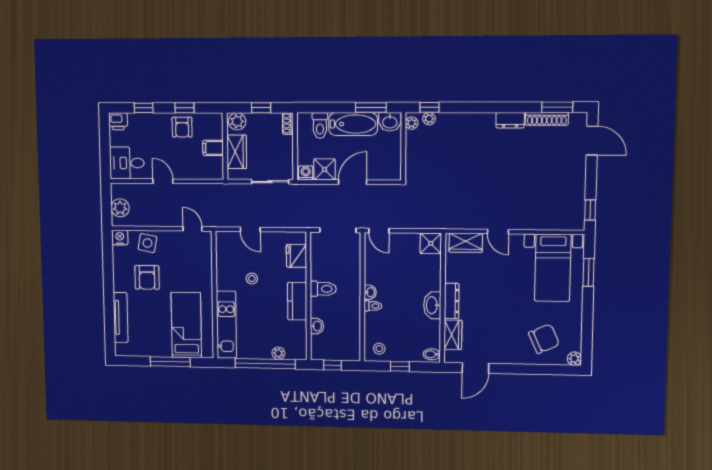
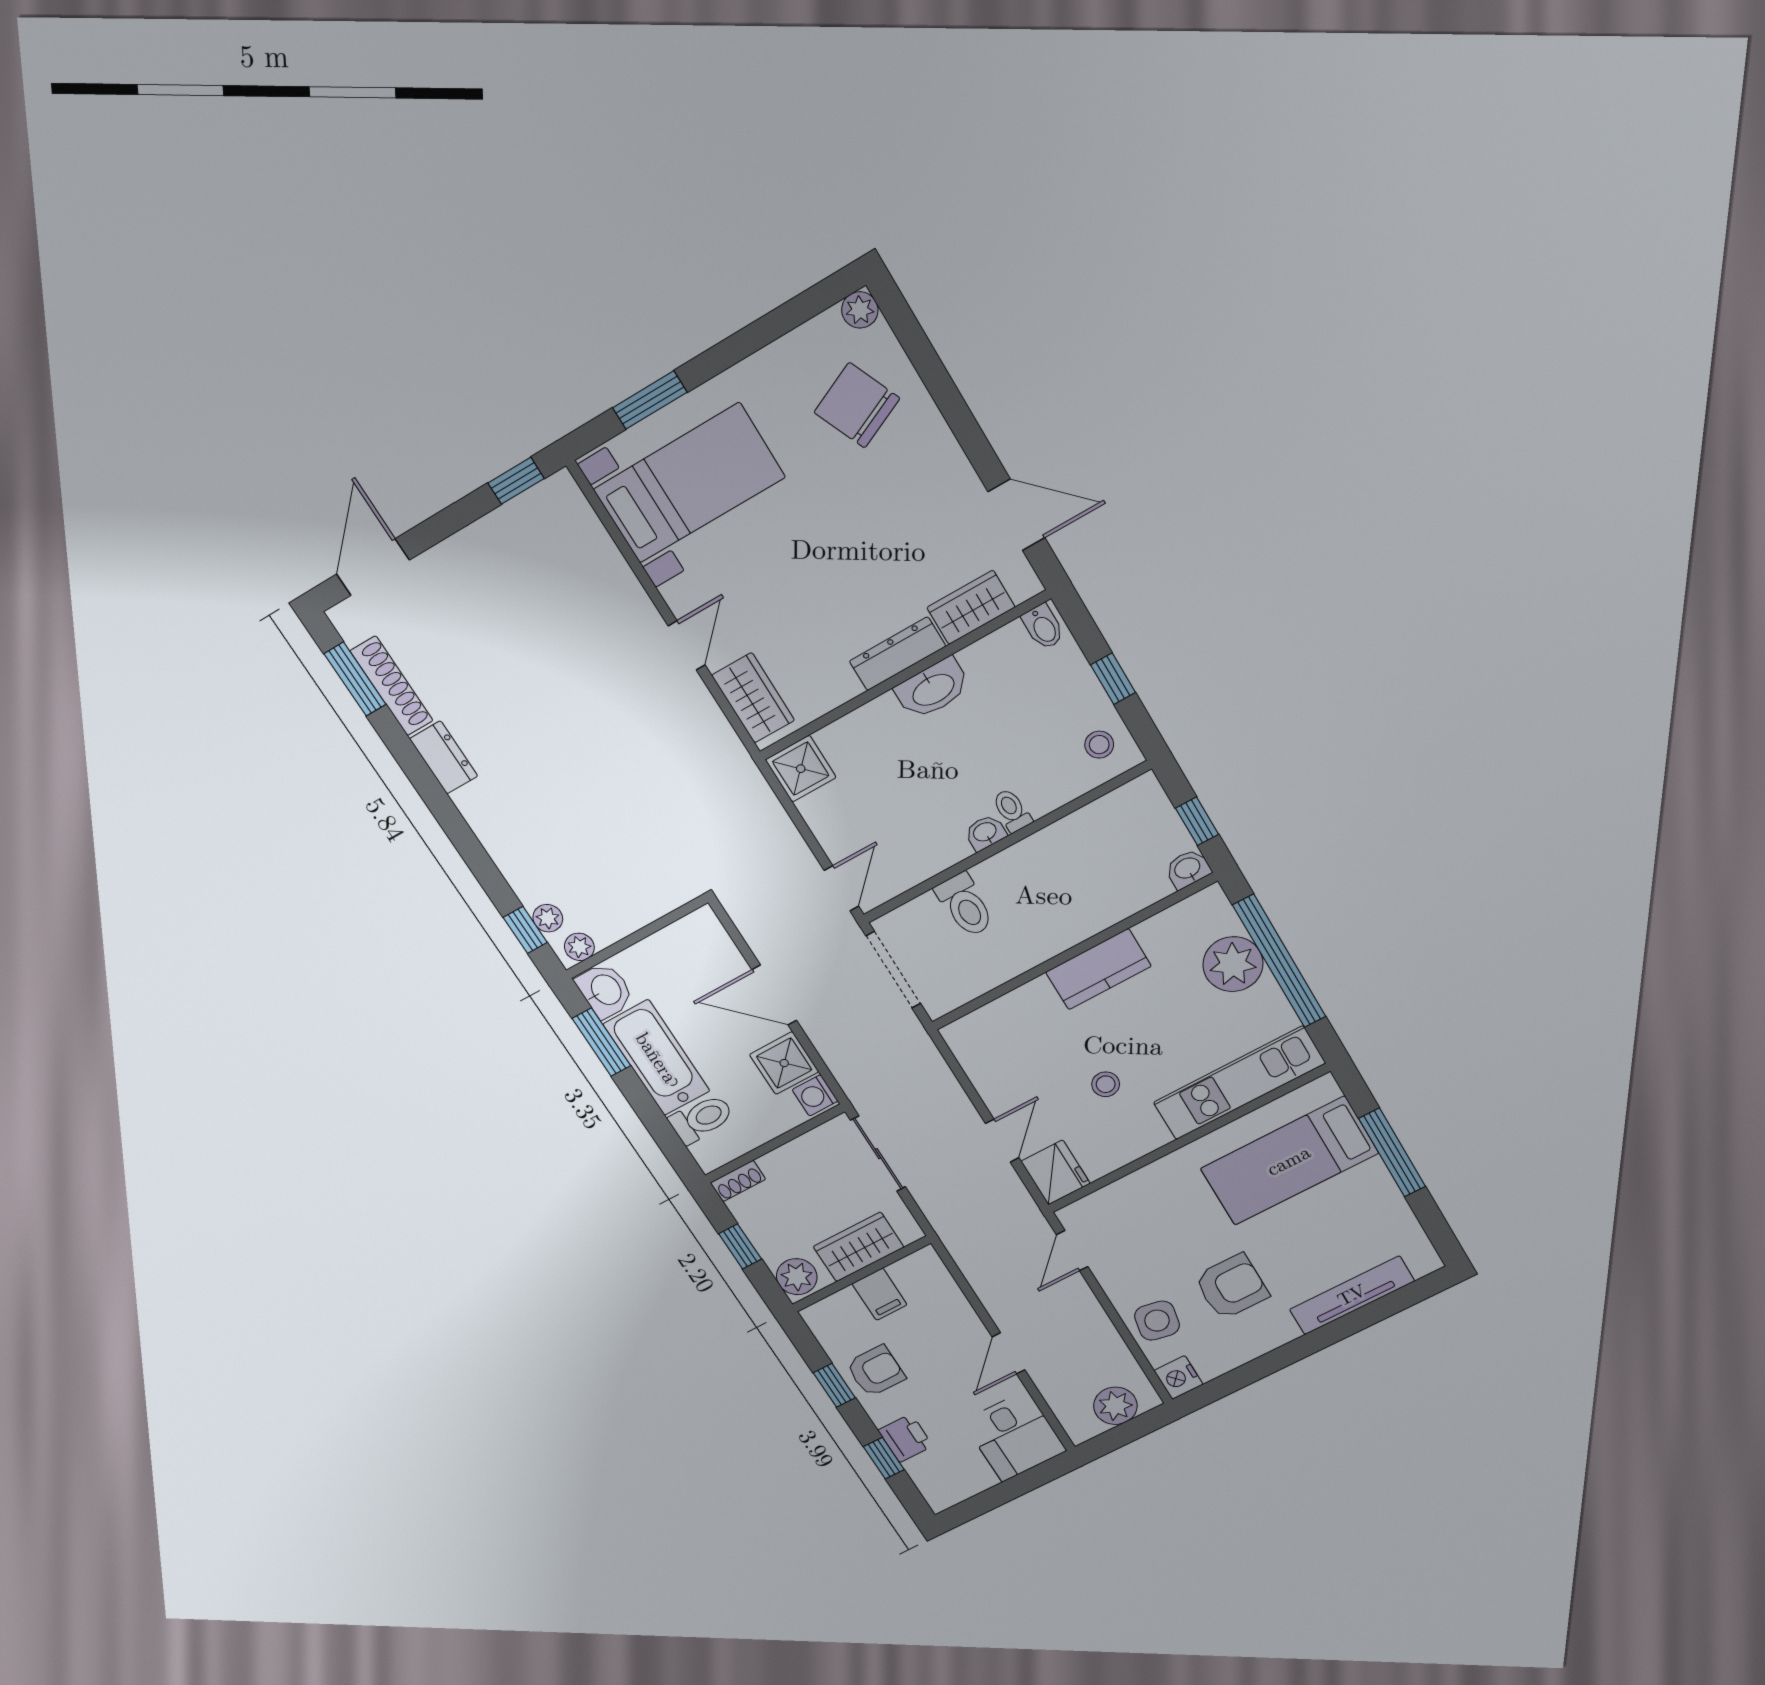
printer: (118, 121) -> (905, 1438), moved
fridge: (296, 256) -> (1055, 1172), moved, turned -90
toilet: (323, 289) -> (965, 905), moved, turned 180
washbasin: (317, 326) -> (1188, 869), moved
plant: (278, 353) -> (1233, 964), width x1.88, depth x1.88

